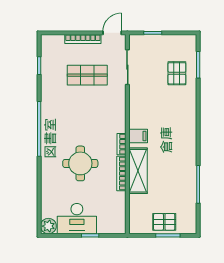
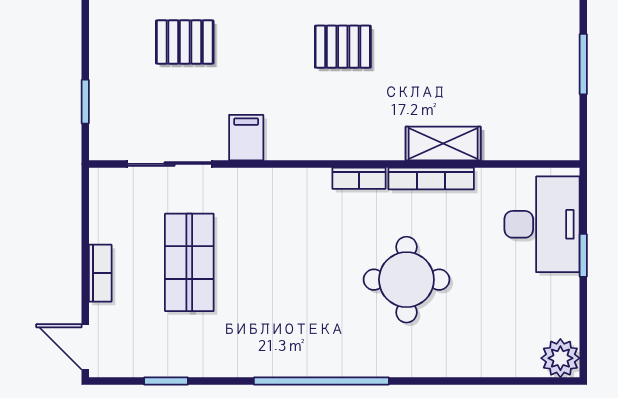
door: (112, 33) -> (85, 347), moved
bookcase: (83, 39) -> (100, 273), width x0.64
filing cabinet: (138, 136) -> (246, 138), moved
shelving: (138, 171) -> (443, 144), width x0.67, depth x0.75
desk: (77, 219) -> (542, 224), moved
pallet: (164, 222) -> (343, 47), moved, turned 90

